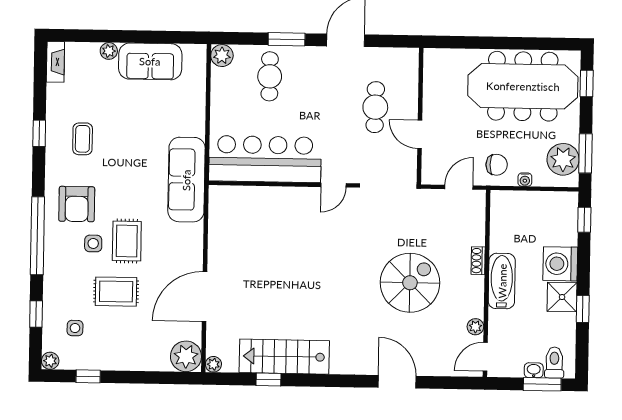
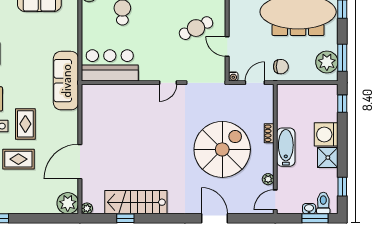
cafe table: (375, 107) -> (196, 28), turned 62
bar counter: (265, 159) -> (110, 65), width x0.73
water cooler: (525, 180) -> (233, 77), moved
spiral stairs: (410, 283) -> (222, 149), width x1.37, depth x1.37
window: (583, 309) -> (342, 187), moved

